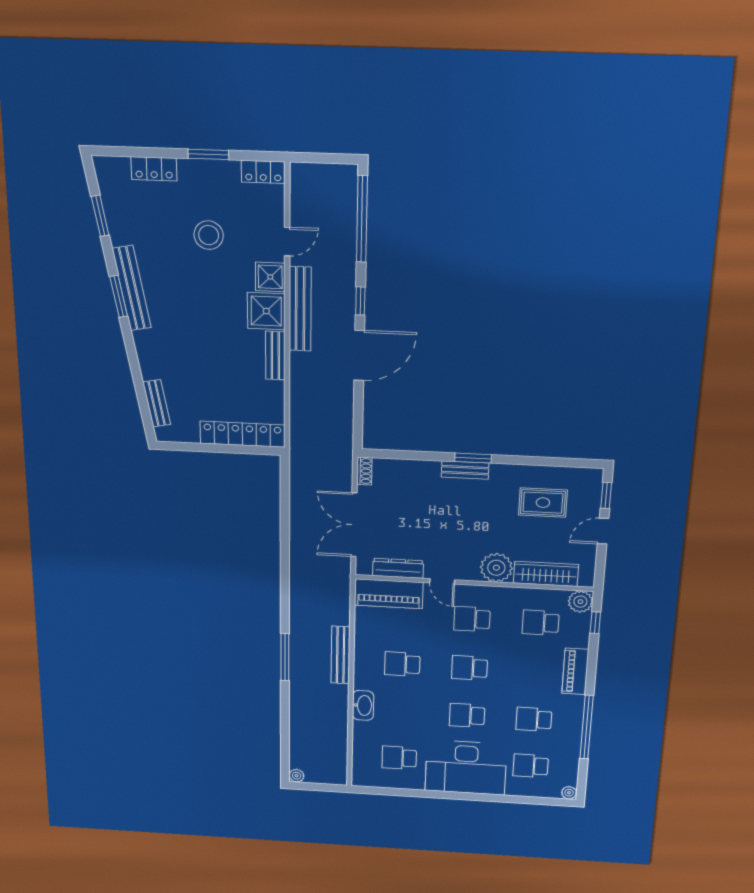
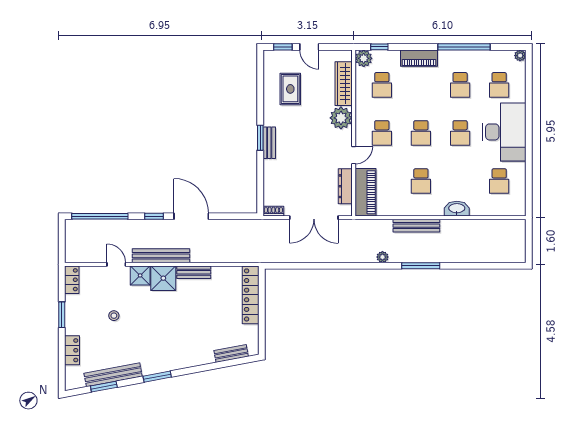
stool: (209, 235) -> (114, 316), width x0.53, depth x0.53
bench: (132, 288) -> (113, 375), moved
plant: (297, 776) -> (382, 257), moved

